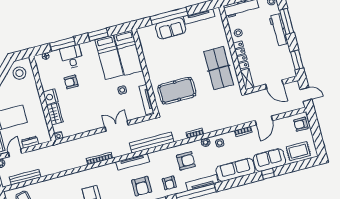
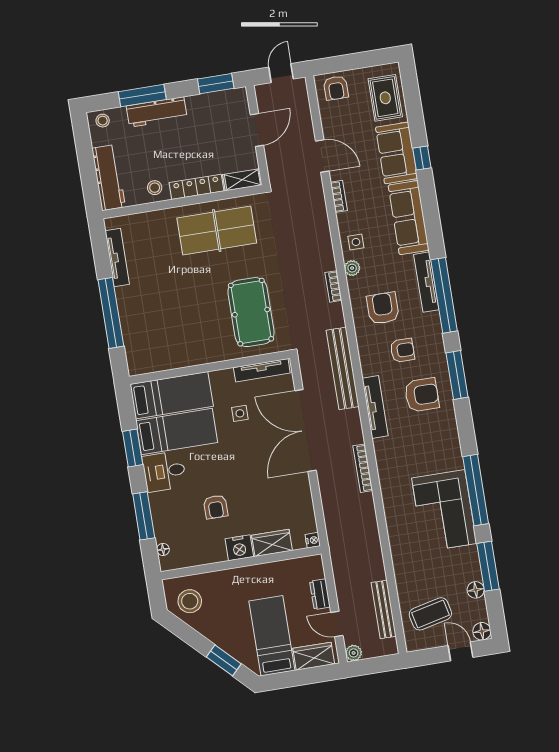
sofa: (171, 28) -> (134, 312), removed
desk: (72, 57) -> (164, 471), moved
double door: (117, 126) -> (306, 430), width x1.87
armchair: (169, 183) -> (402, 350), moved

